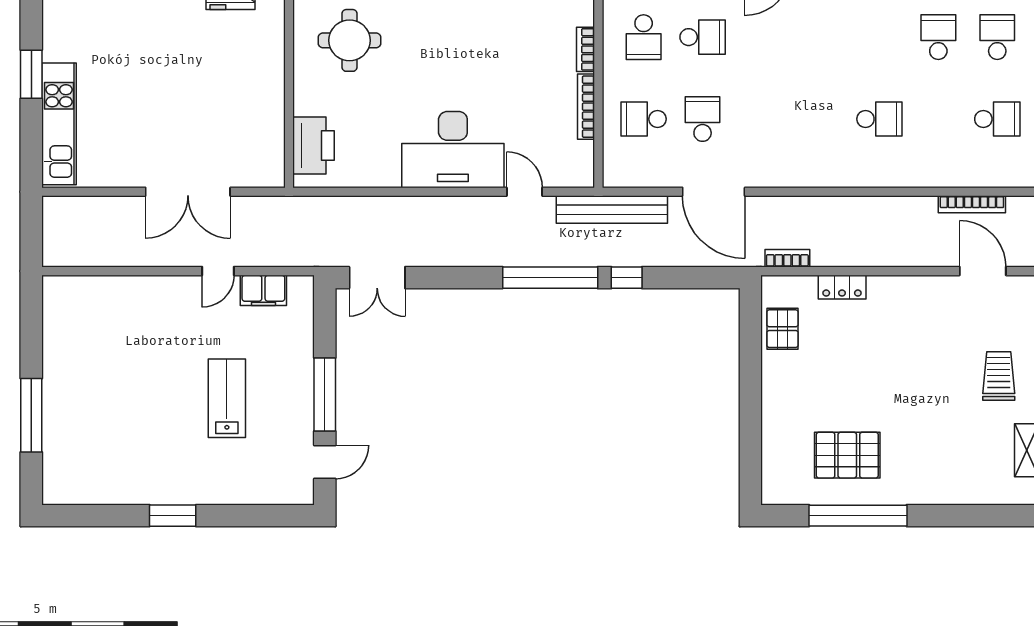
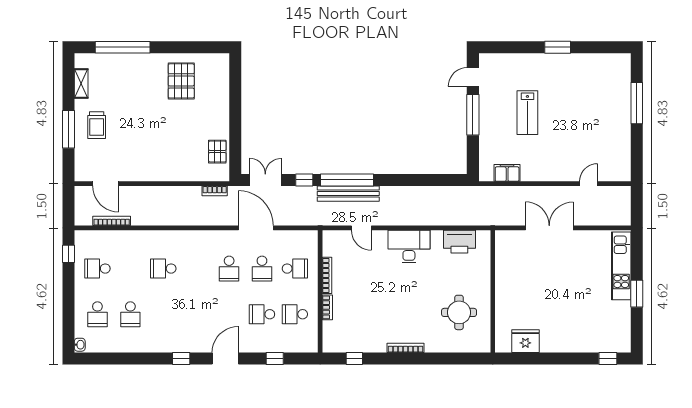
school desk: (644, 37) -> (295, 314), turned -90
school desk: (761, 119) -> (229, 269), added
printer: (313, 146) -> (459, 242), moved, turned -90
desk: (453, 150) -> (409, 247), width x0.73, depth x0.77
bench: (612, 209) -> (348, 194), moved
door: (218, 271) -> (589, 184), moved
double door: (377, 278) -> (265, 180), moved
locker: (842, 287) -> (184, 175), removed
pallet: (847, 455) -> (181, 81), turned 90
window: (858, 516) -> (123, 47), moved

